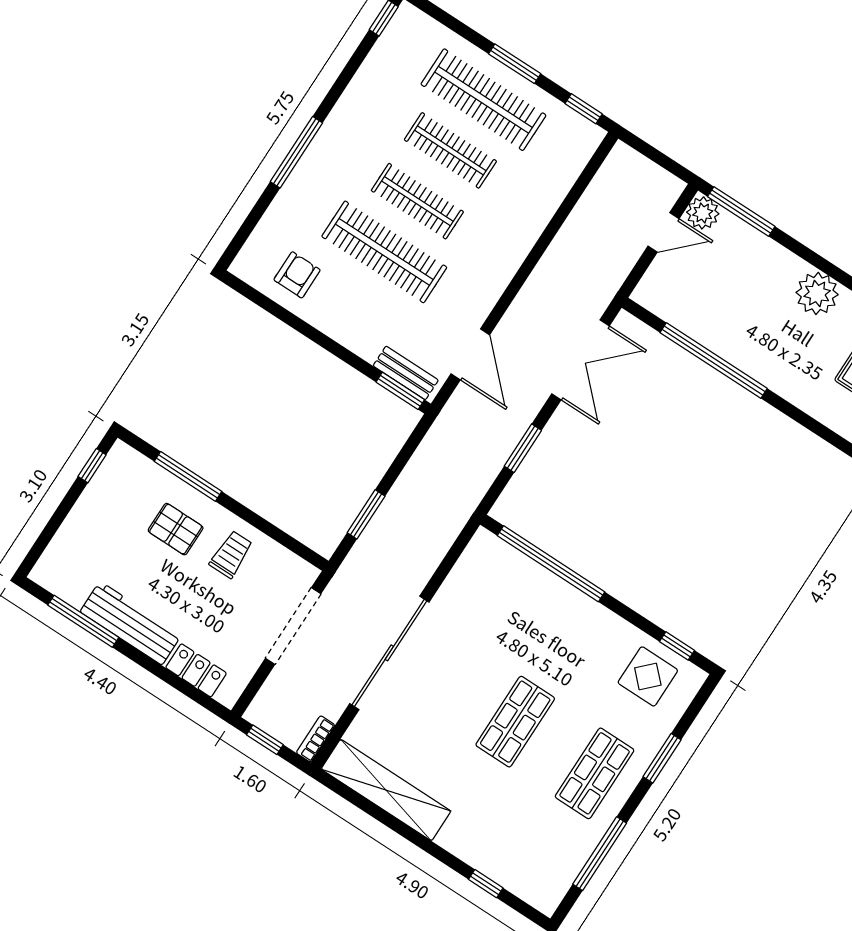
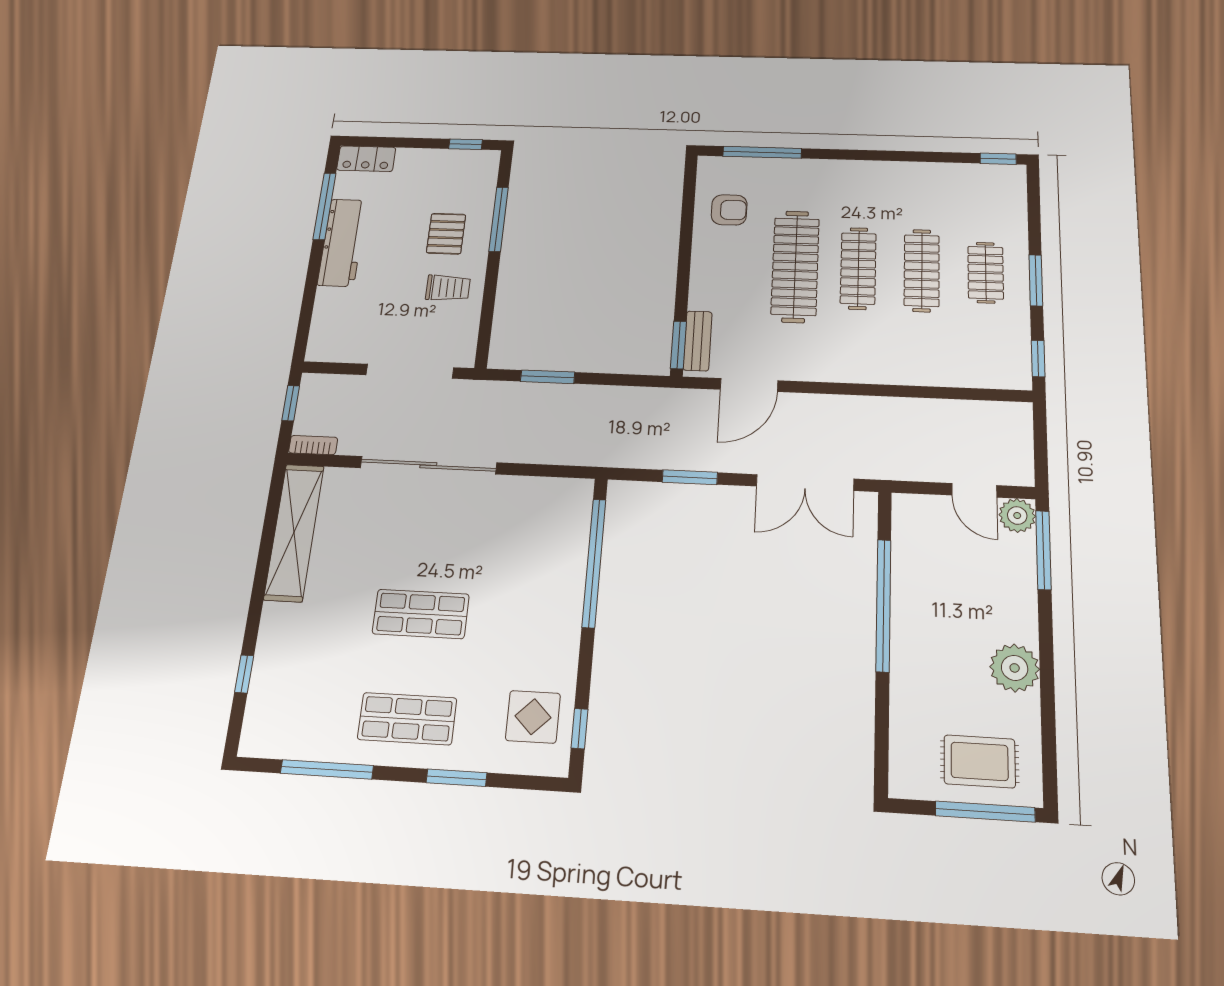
clothes rail: (483, 100) -> (986, 273), width x0.54, depth x0.76
window: (296, 152) -> (762, 152), moved
locker: (196, 670) -> (366, 159), moved, turned 90

